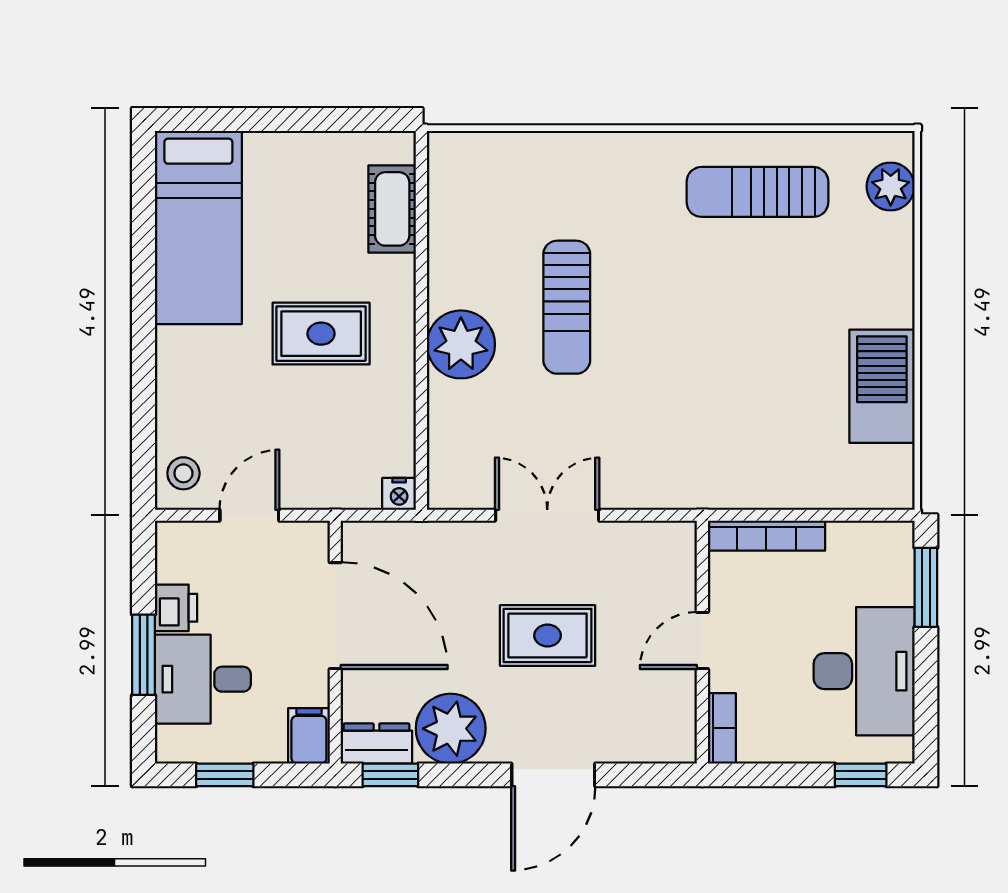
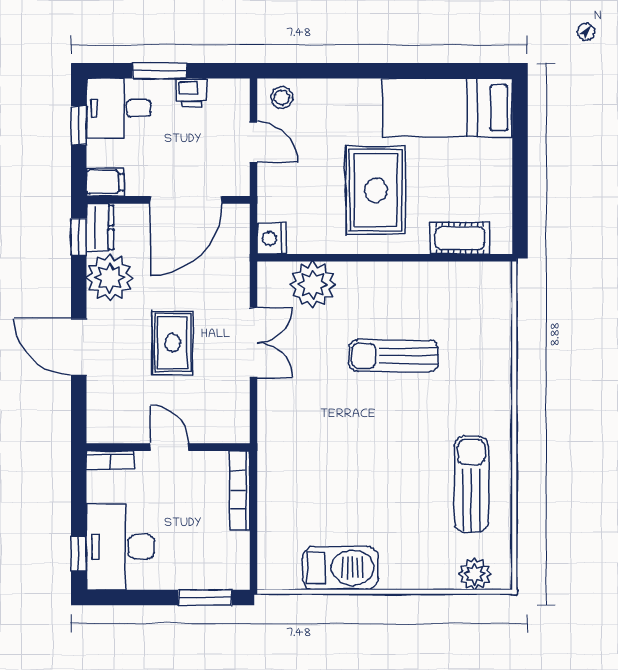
rug: (321, 334) -> (376, 190), width x1.36, depth x1.43
plant: (461, 344) -> (313, 284), moved
nightstand: (399, 494) -> (272, 238), width x1.39, depth x1.35
desk: (864, 671) -> (120, 547), moved, turned 90
desk: (203, 679) -> (119, 108), moved, turned -90

